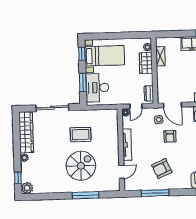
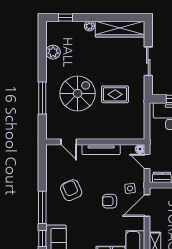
sliding door: (52, 108) -> (148, 61), width x0.73
rug: (81, 135) -> (115, 94), turned 90
spiral stairs: (81, 166) -> (78, 93), turned -90
plant: (27, 188) -> (53, 52), moved
window: (155, 193) -> (42, 207), moved

